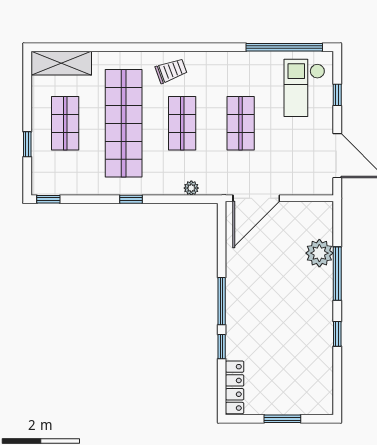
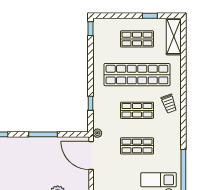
window: (27, 144) -> (150, 16), moved
plant: (191, 188) -> (97, 133), moved
window: (131, 199) -> (91, 103), moved
window: (222, 301) -> (43, 134), moved

